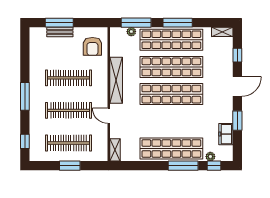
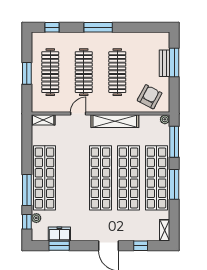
plant: (131, 32) -> (165, 119), moved
armchair: (92, 46) -> (150, 97), turned 118
window: (237, 121) -> (59, 246), moved

